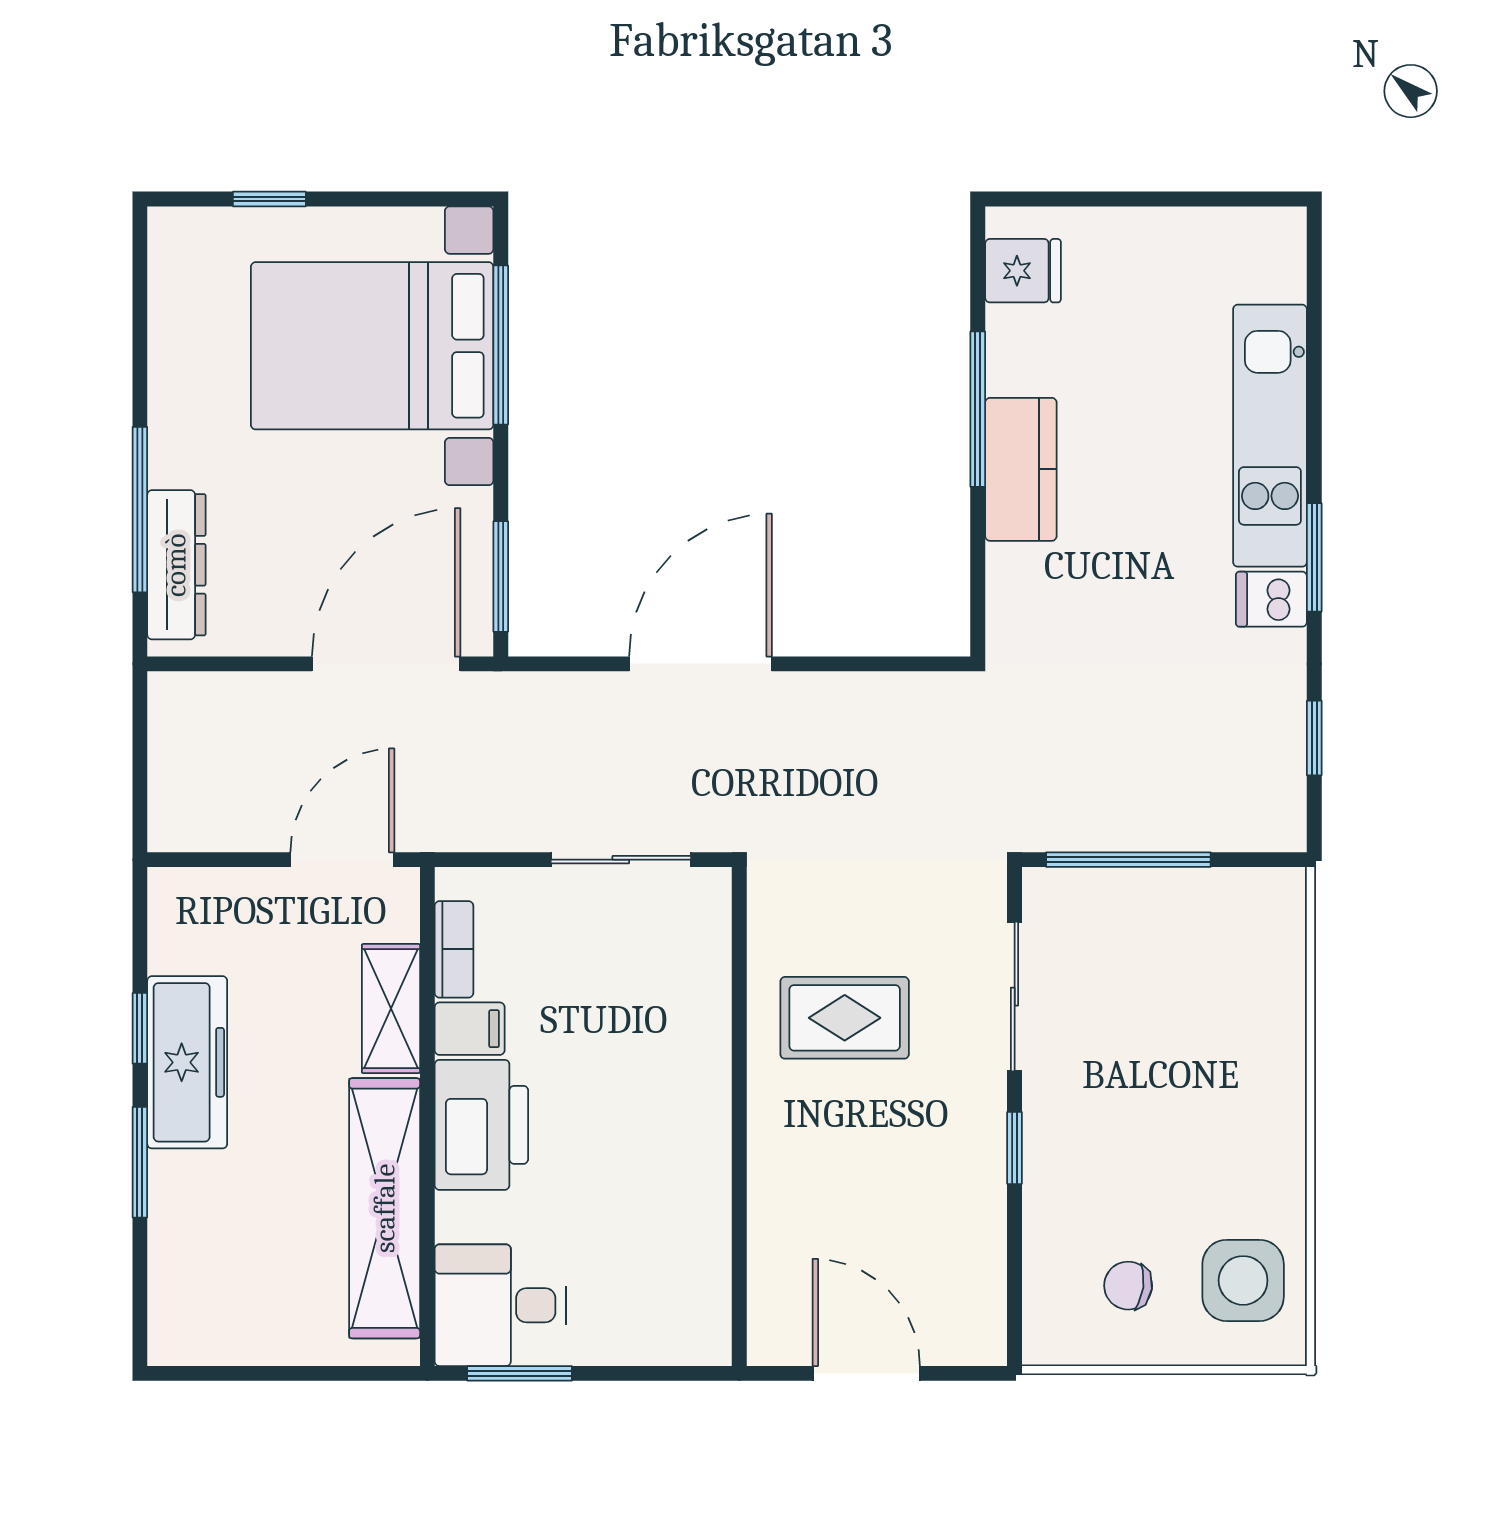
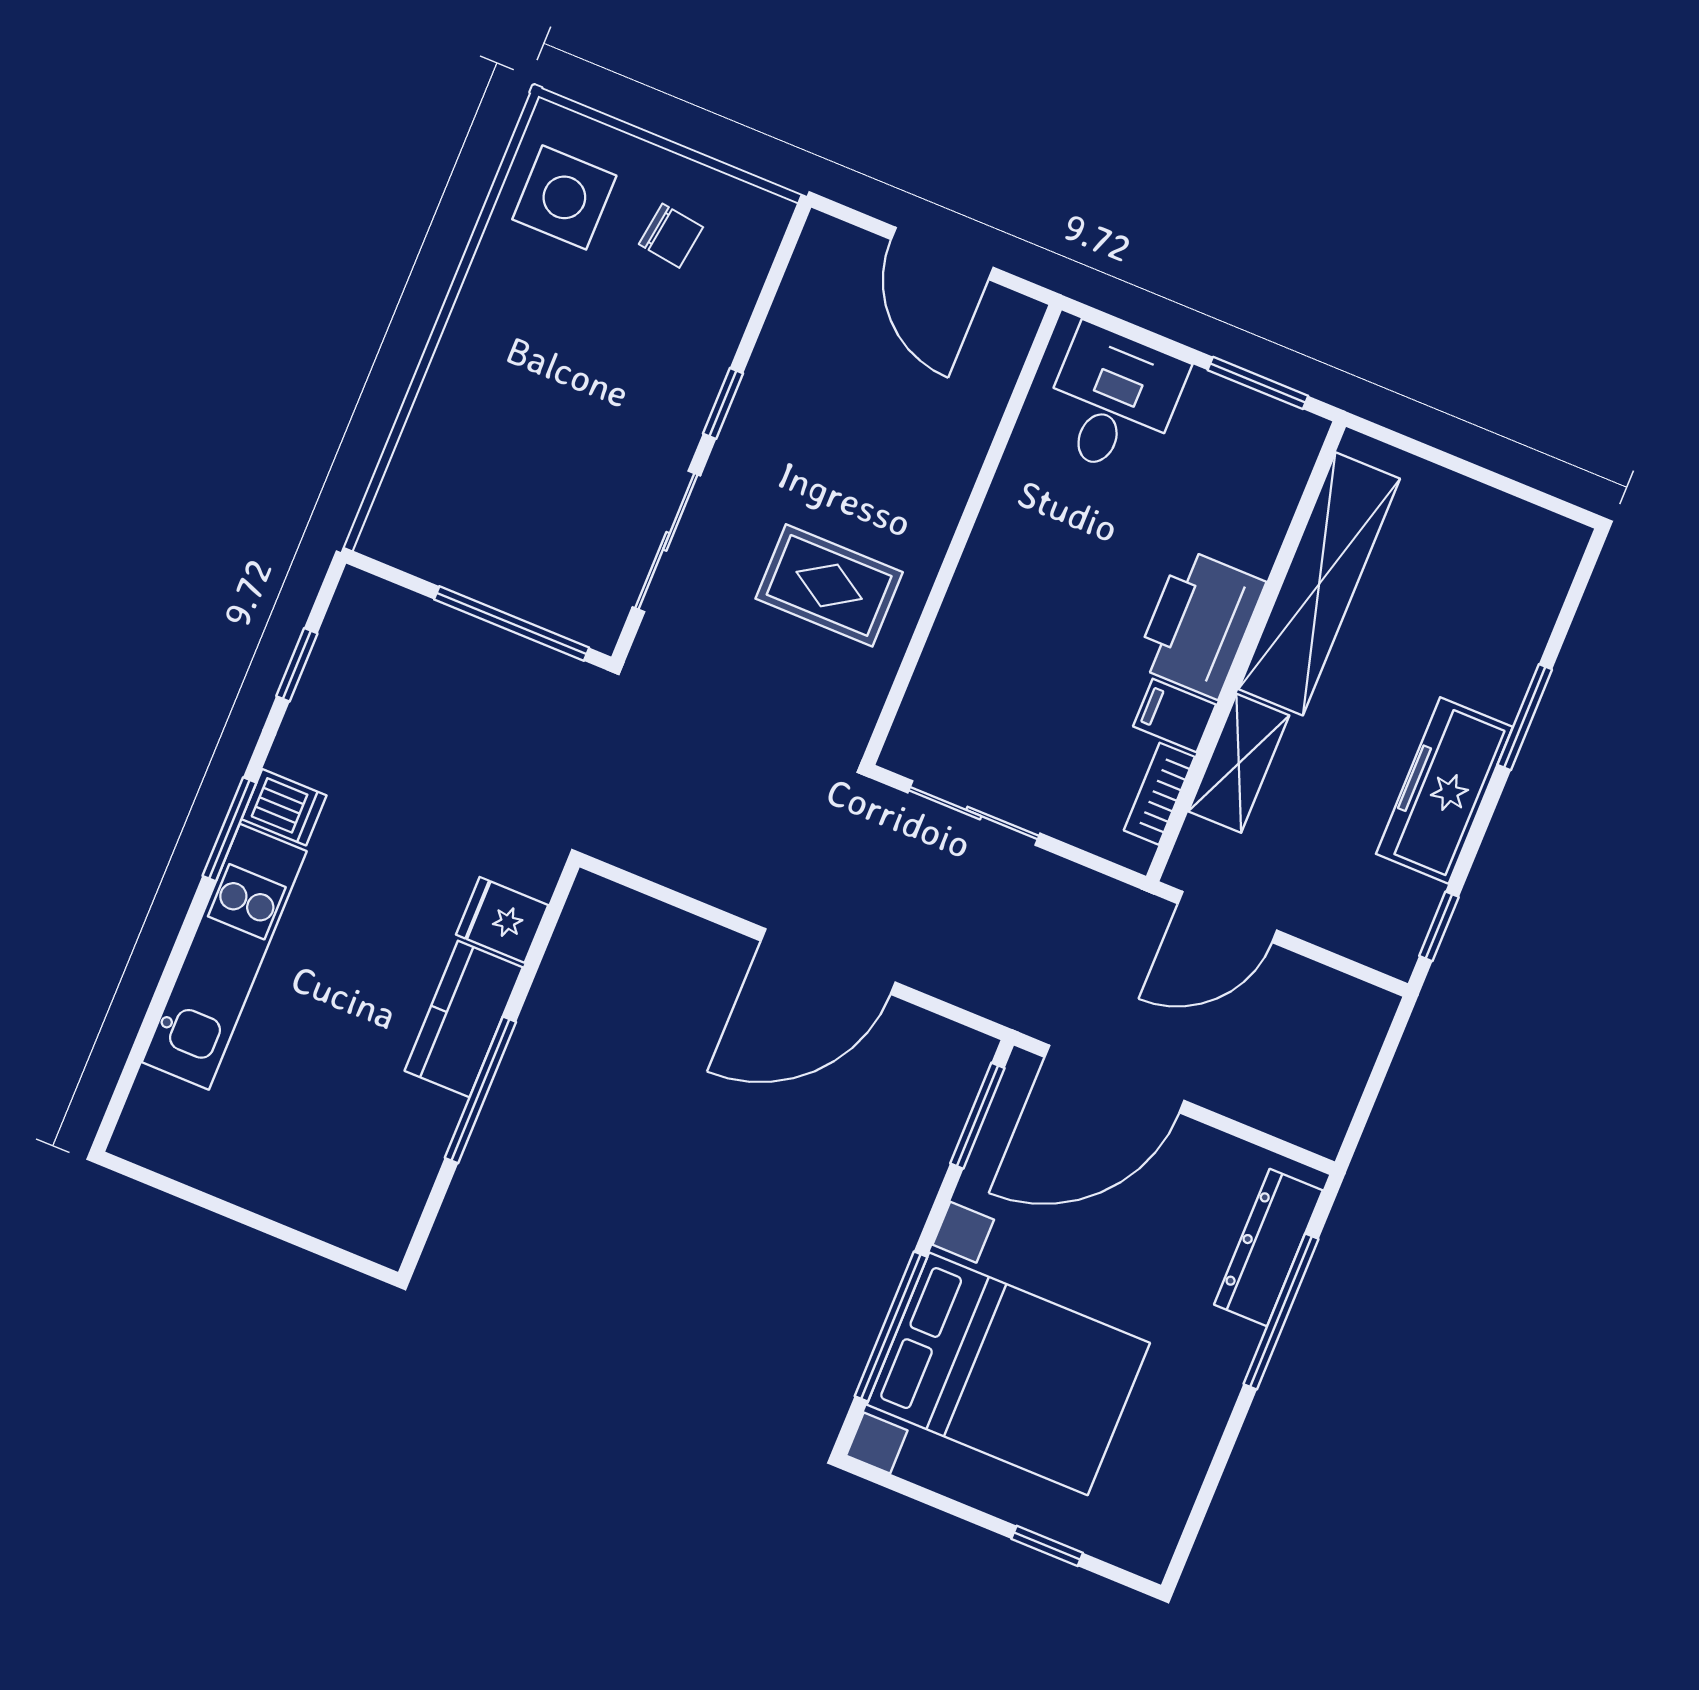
fridge: (1023, 271) -> (502, 920), moved
window: (140, 1028) -> (1439, 926), moved
desk: (500, 1305) -> (1113, 401), moved, turned -90

